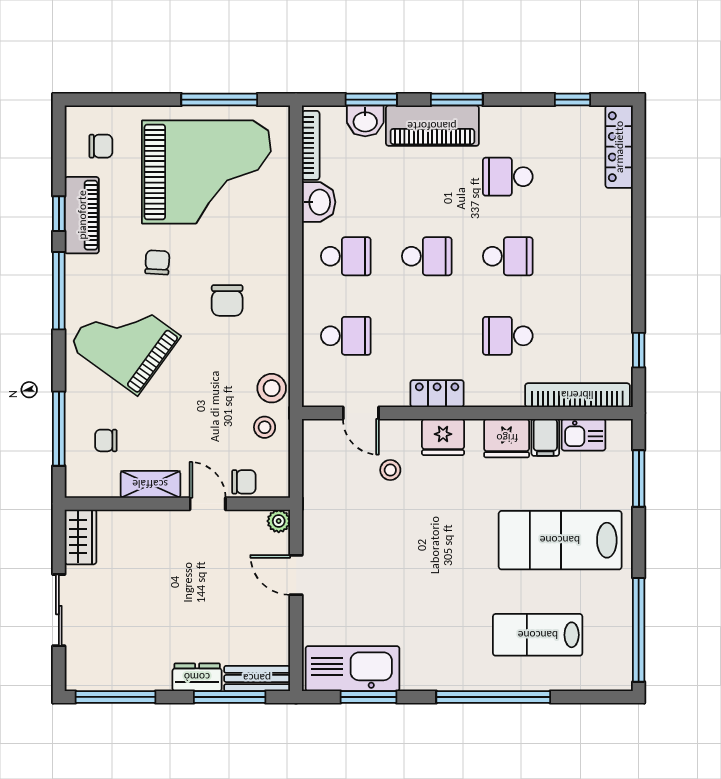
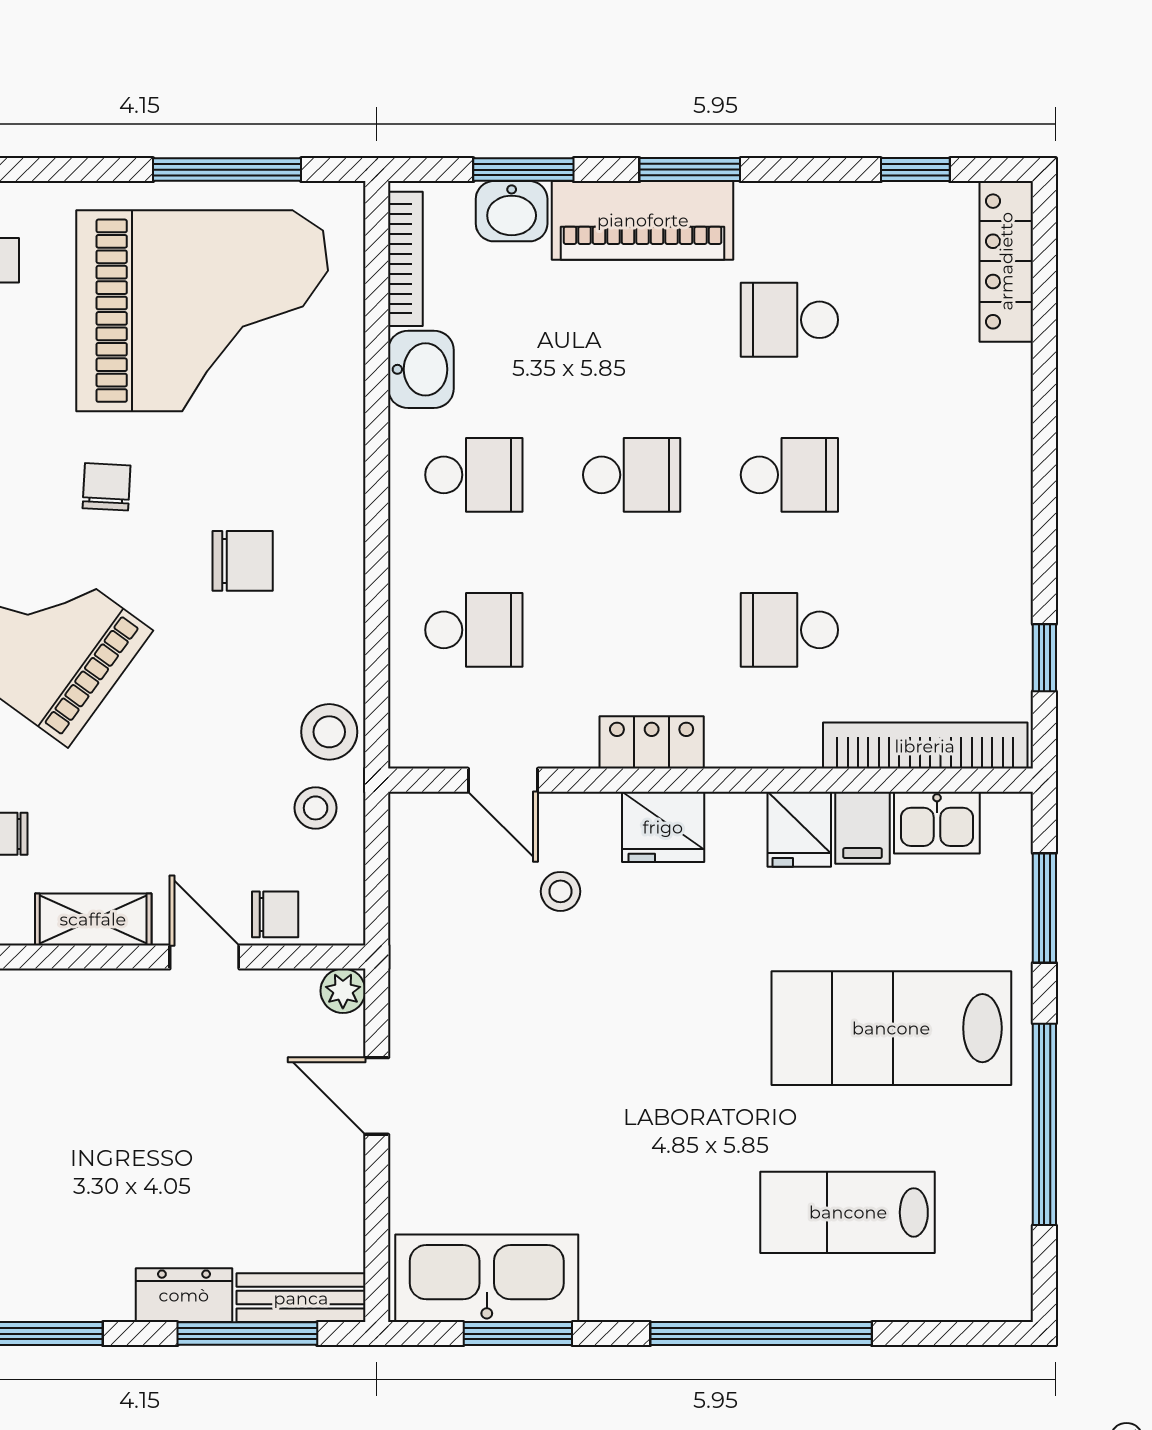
chair: (227, 300) -> (243, 561), turned -90
fridge: (507, 438) -> (799, 829), width x0.72
window: (639, 630) -> (1044, 1124), moved

